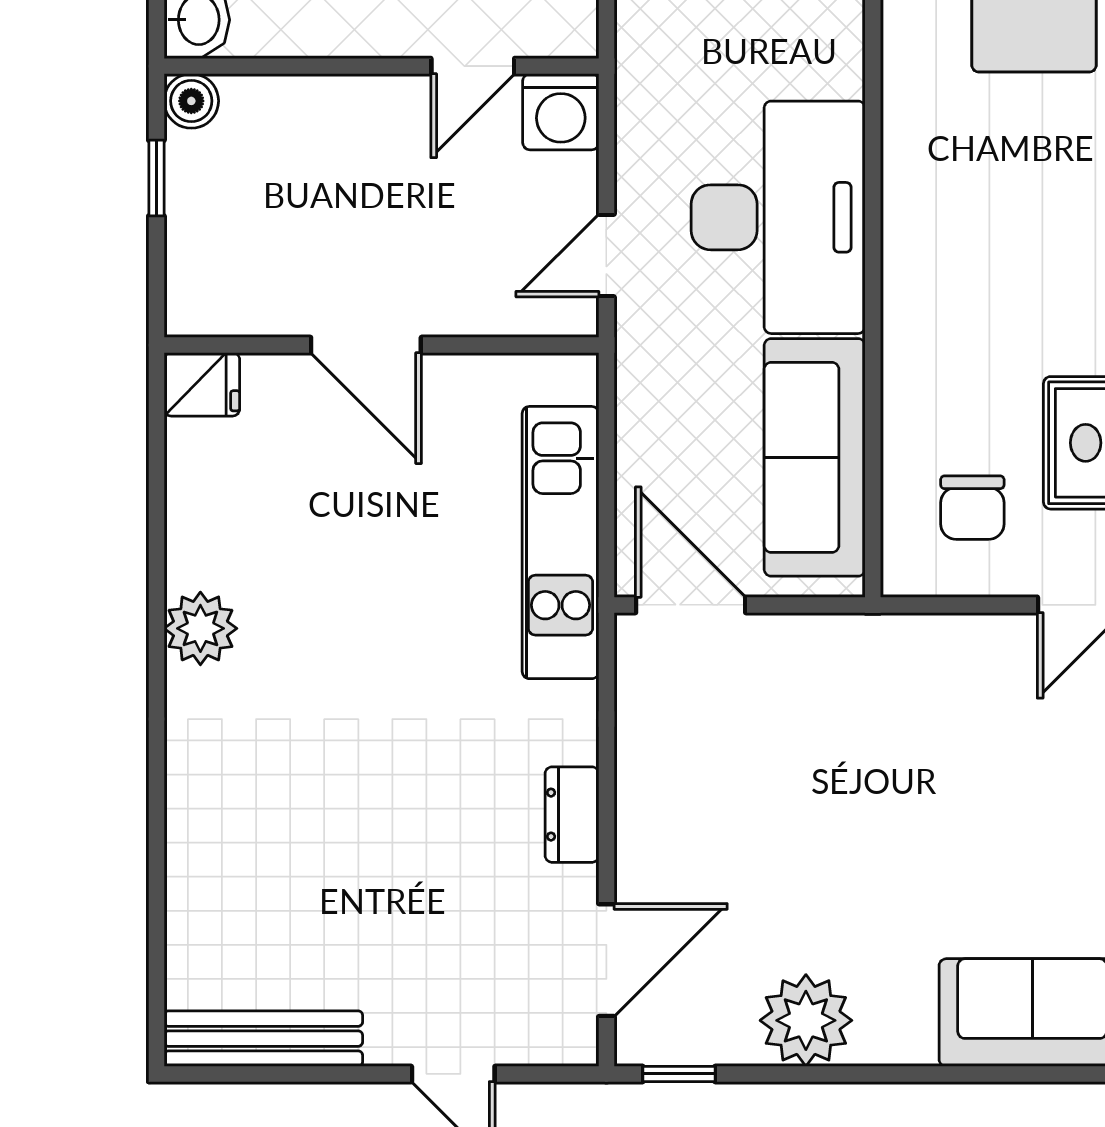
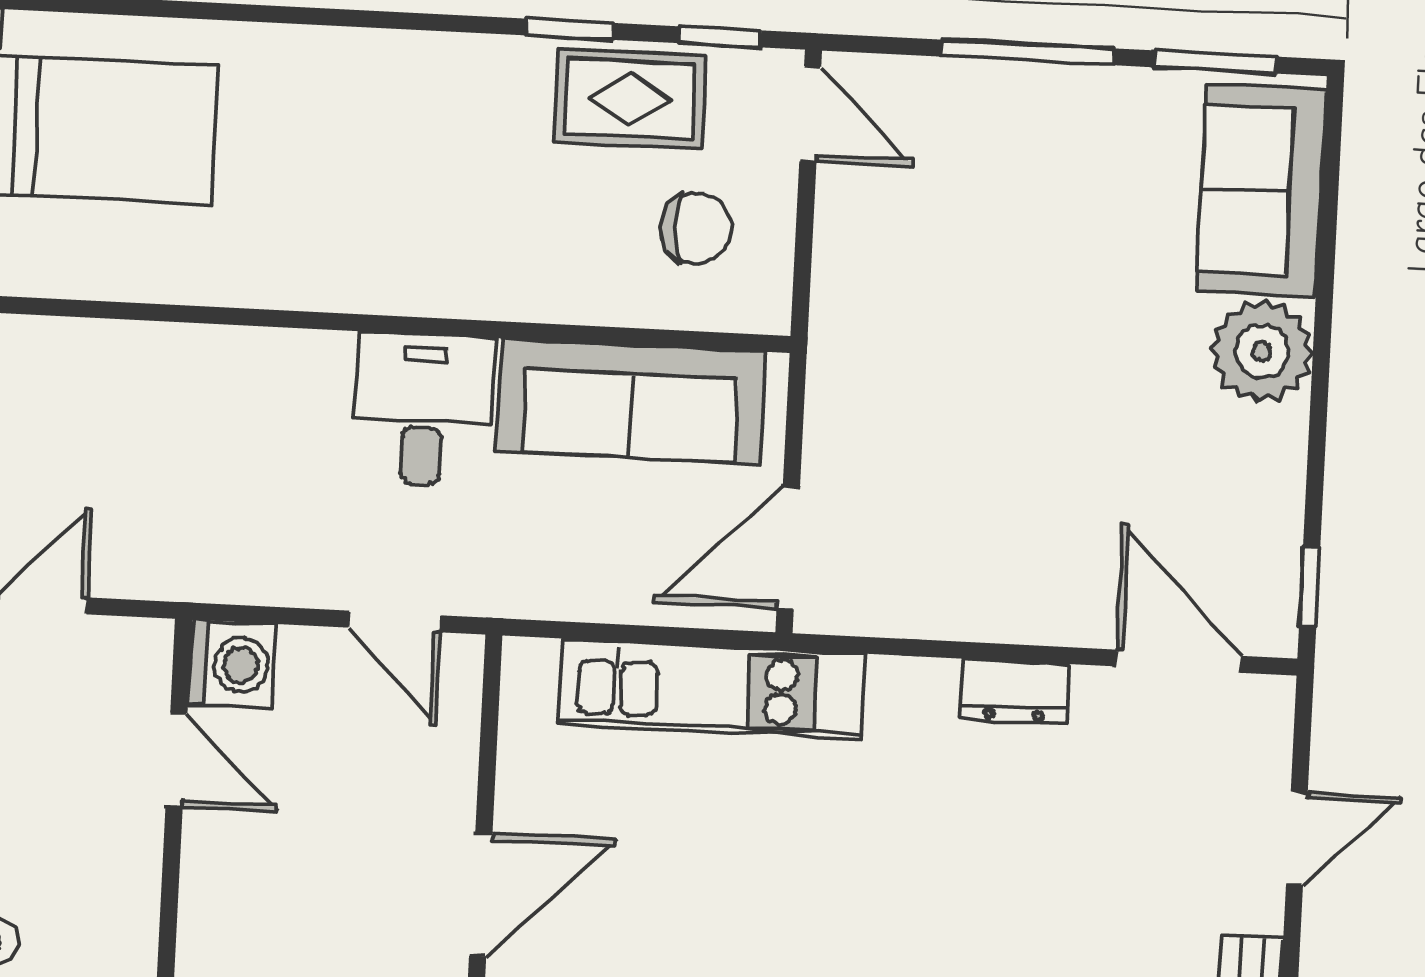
desk: (778, 217) -> (423, 409), width x0.53, depth x0.77
plant: (806, 1020) -> (1262, 351), moved

